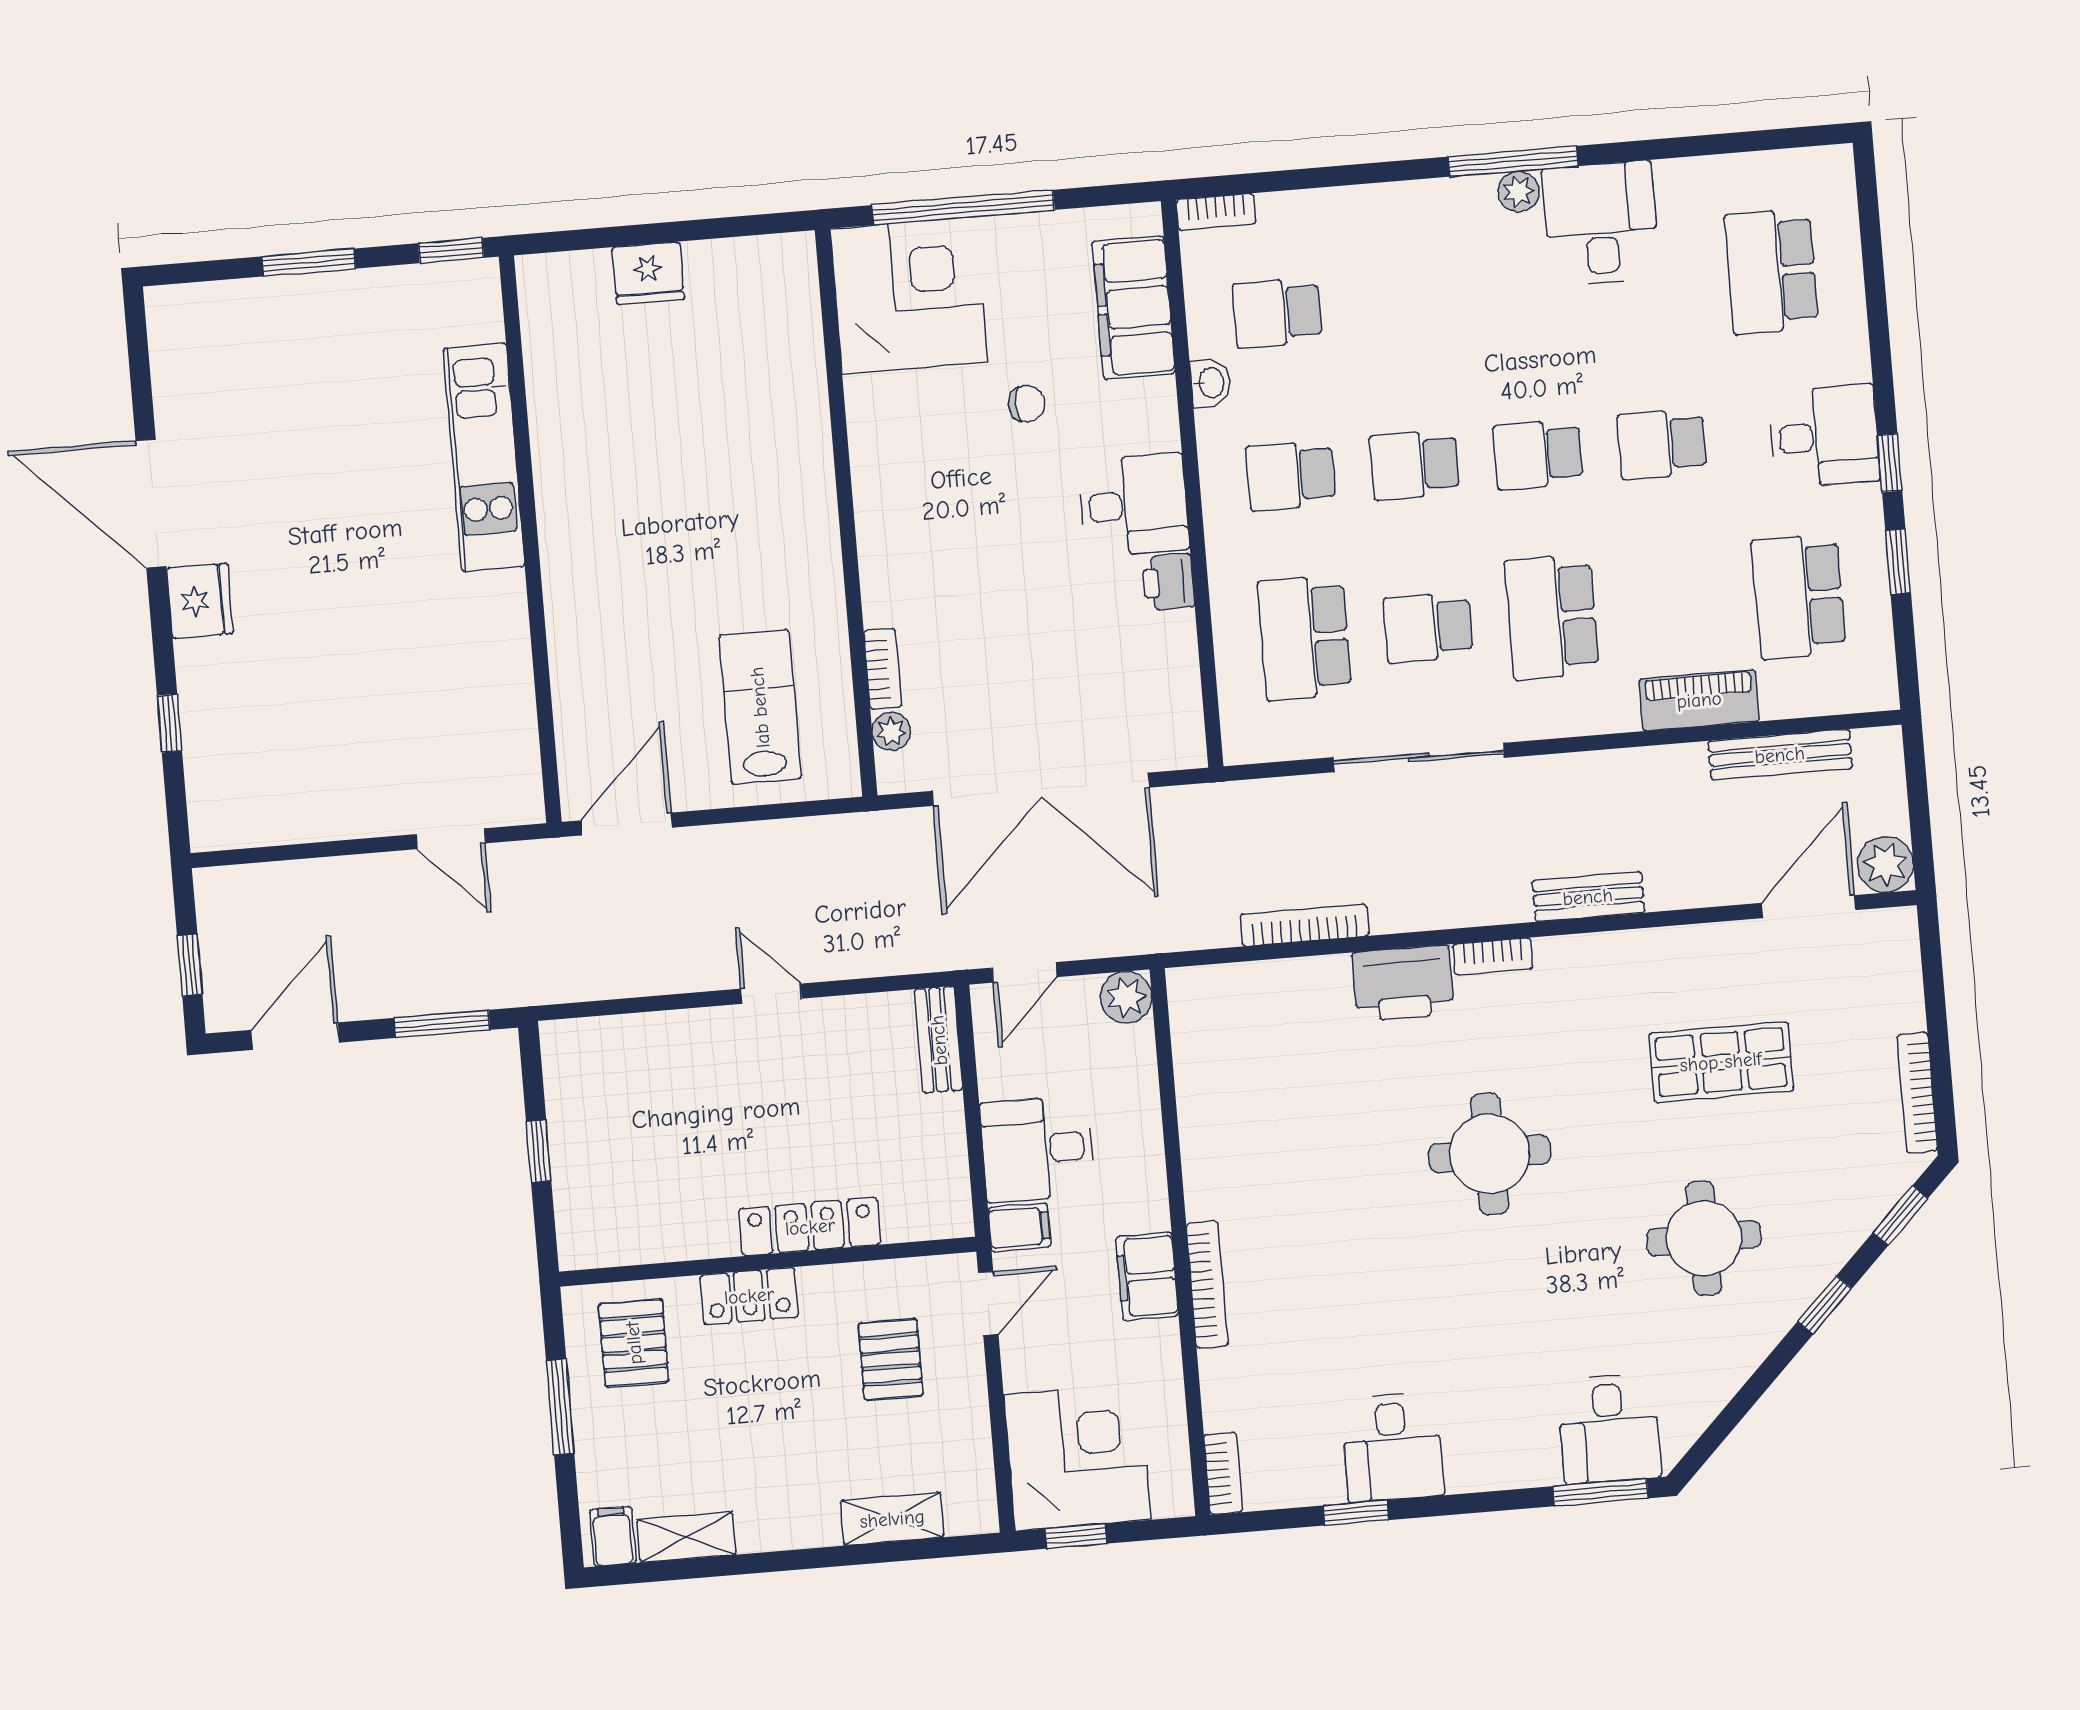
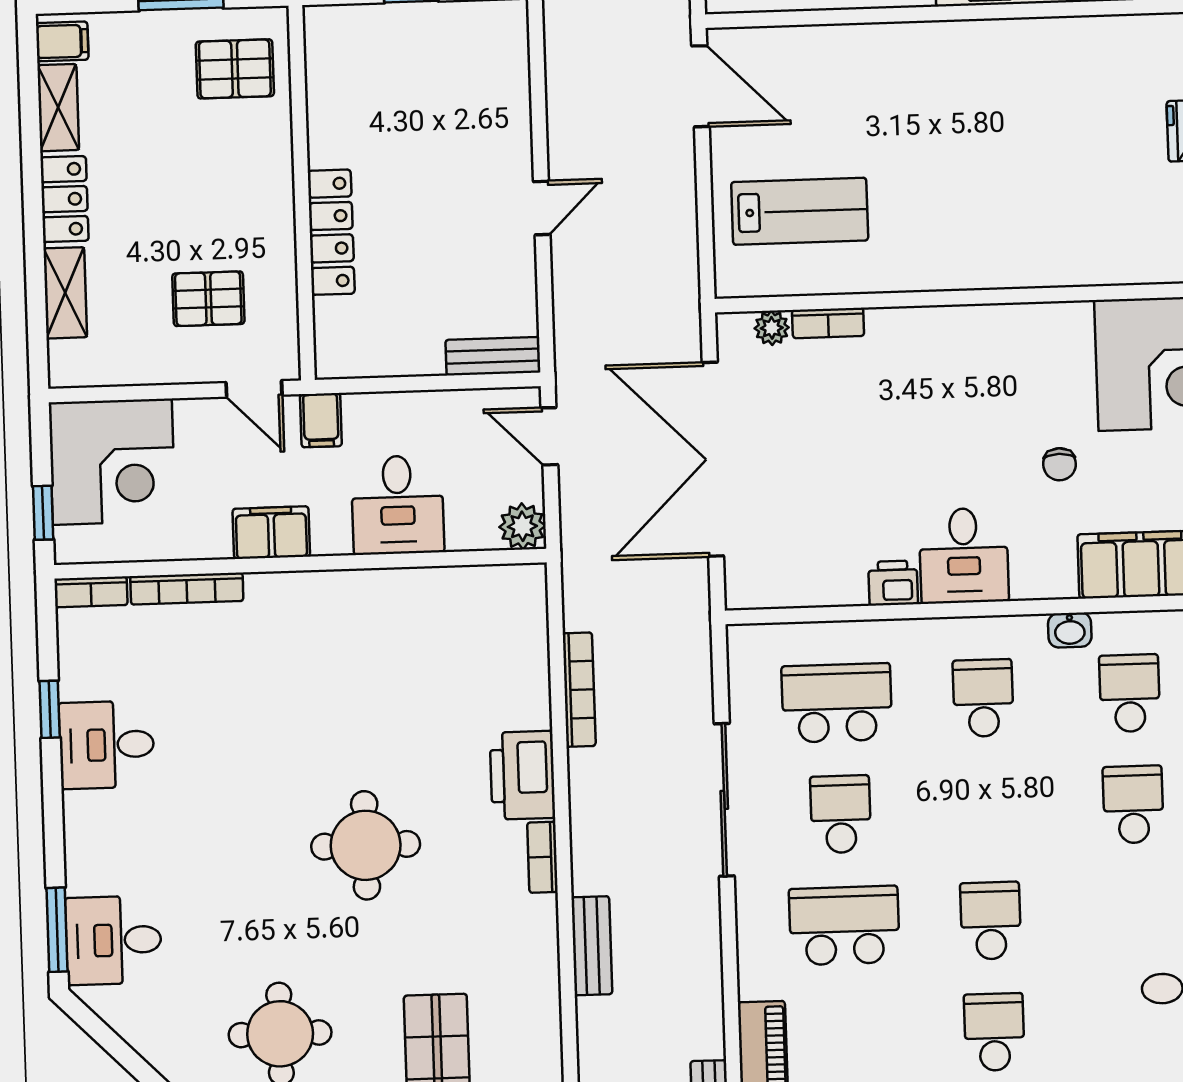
school desk: (1415, 465) -> (1133, 805), moved
desk: (1037, 1149) -> (398, 505), moved, turned 180
bookcase: (1207, 1285) -> (187, 589), moved
locker: (749, 1296) -> (64, 199), moved, turned 180
window: (1076, 1536) -> (43, 513), moved

